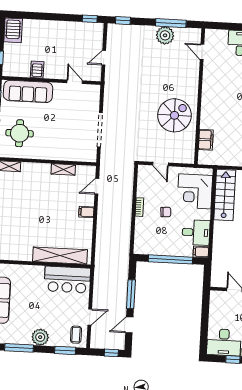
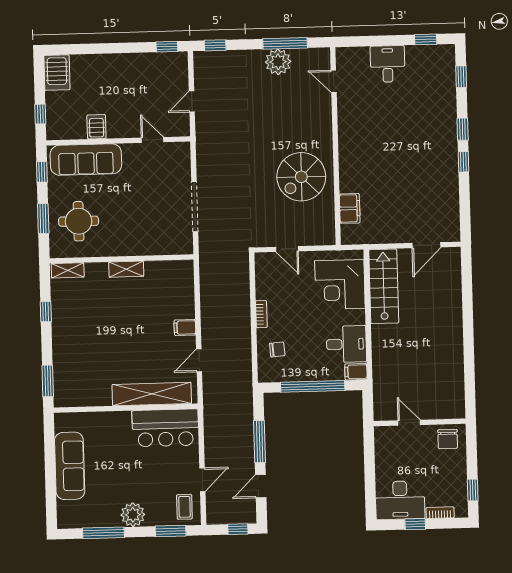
spiral stairs: (174, 115) -> (301, 177), turned 180
shelving: (63, 169) -> (126, 269), moved
door: (97, 186) -> (199, 360), moved
chair: (166, 212) -> (277, 350), moved

